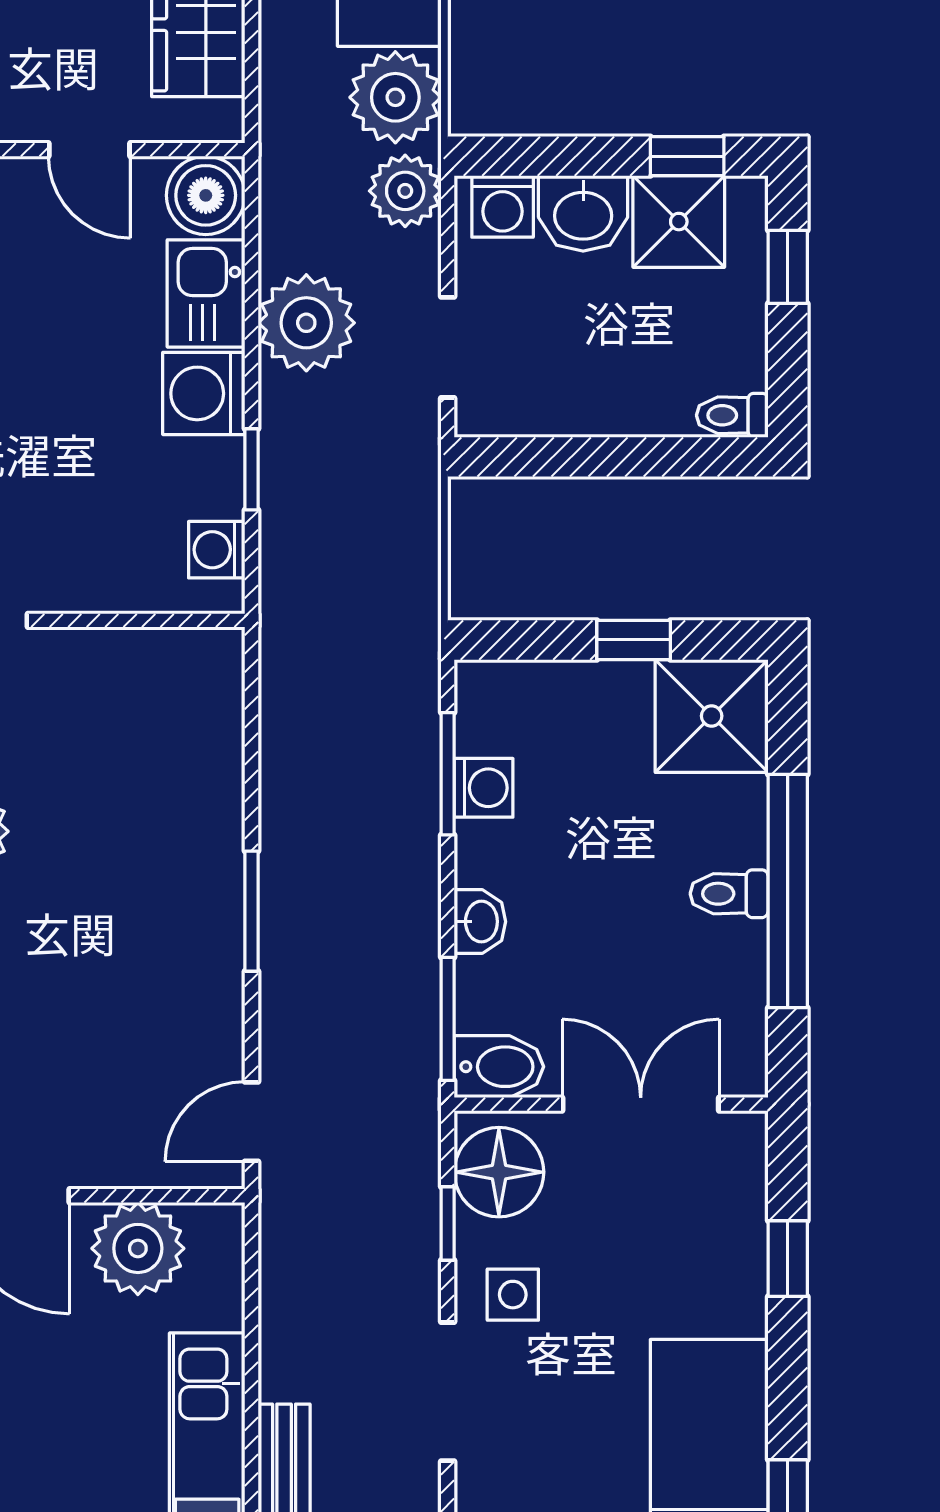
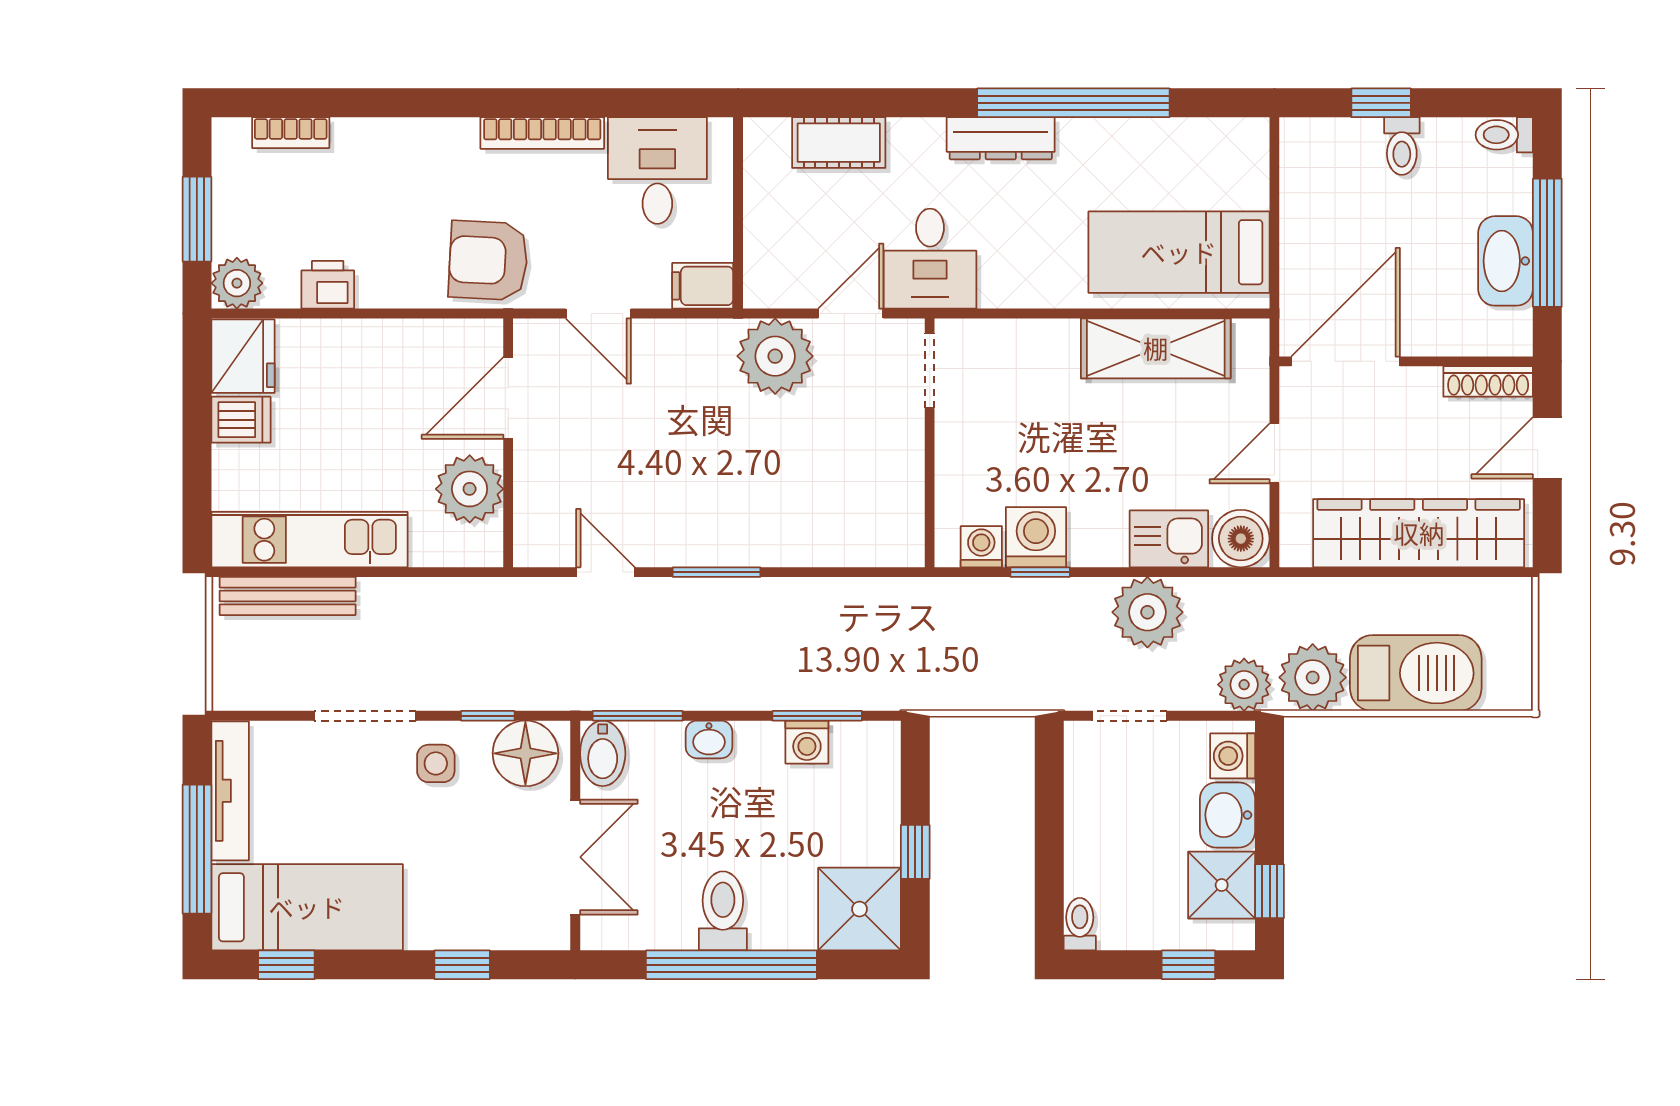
washing machine: (204, 393) -> (1036, 537), moved
toilet: (729, 894) -> (723, 911), width x1.37, depth x1.39
door: (251, 1122) -> (605, 572), moved

